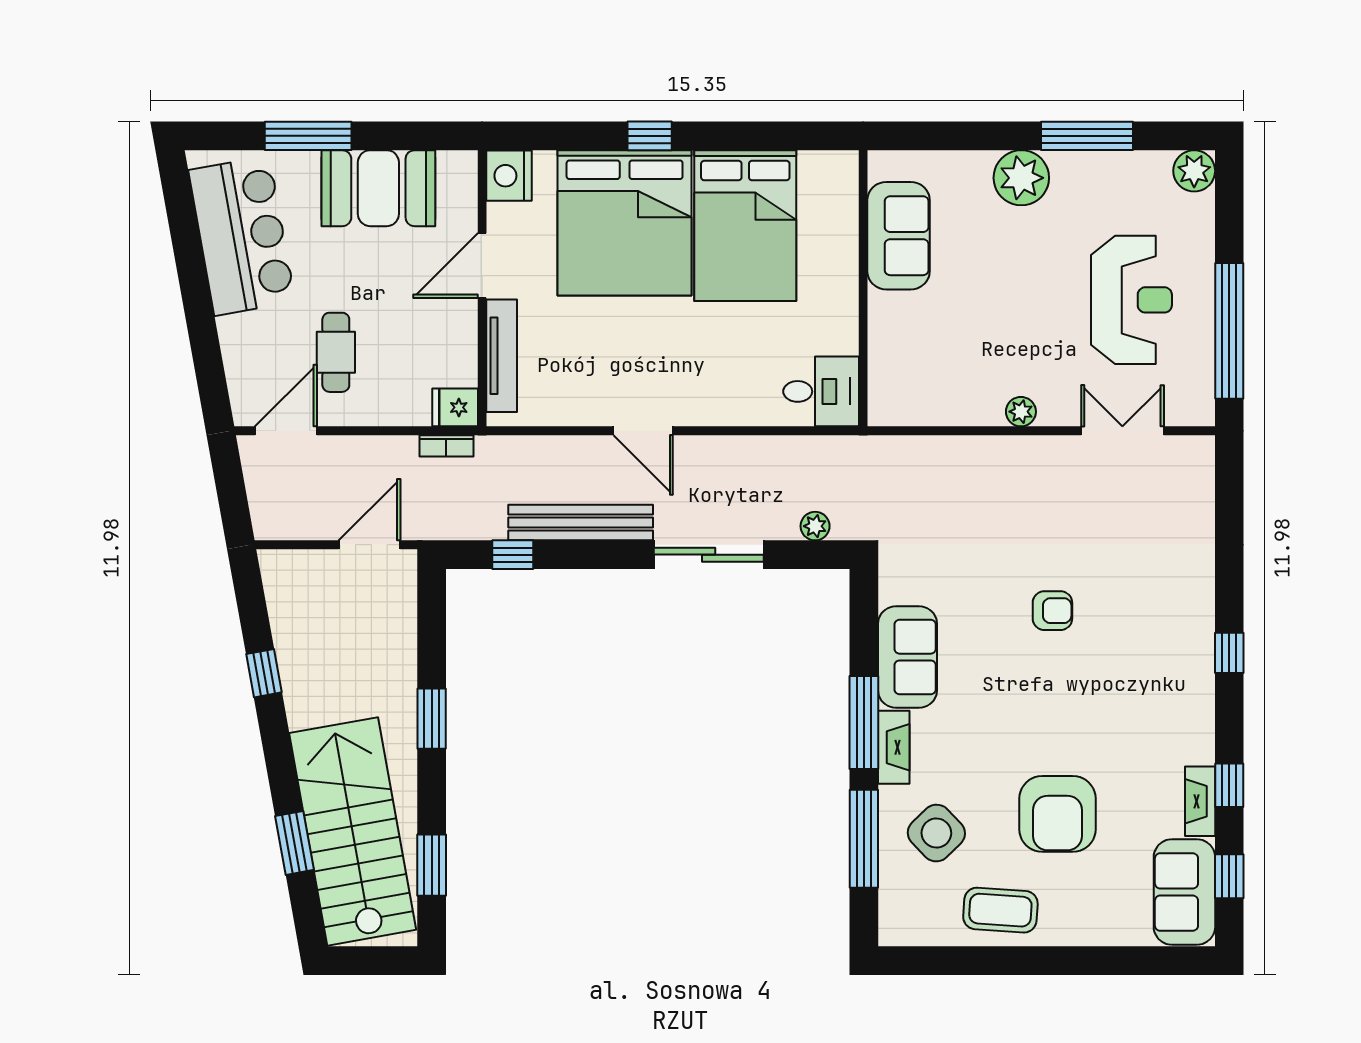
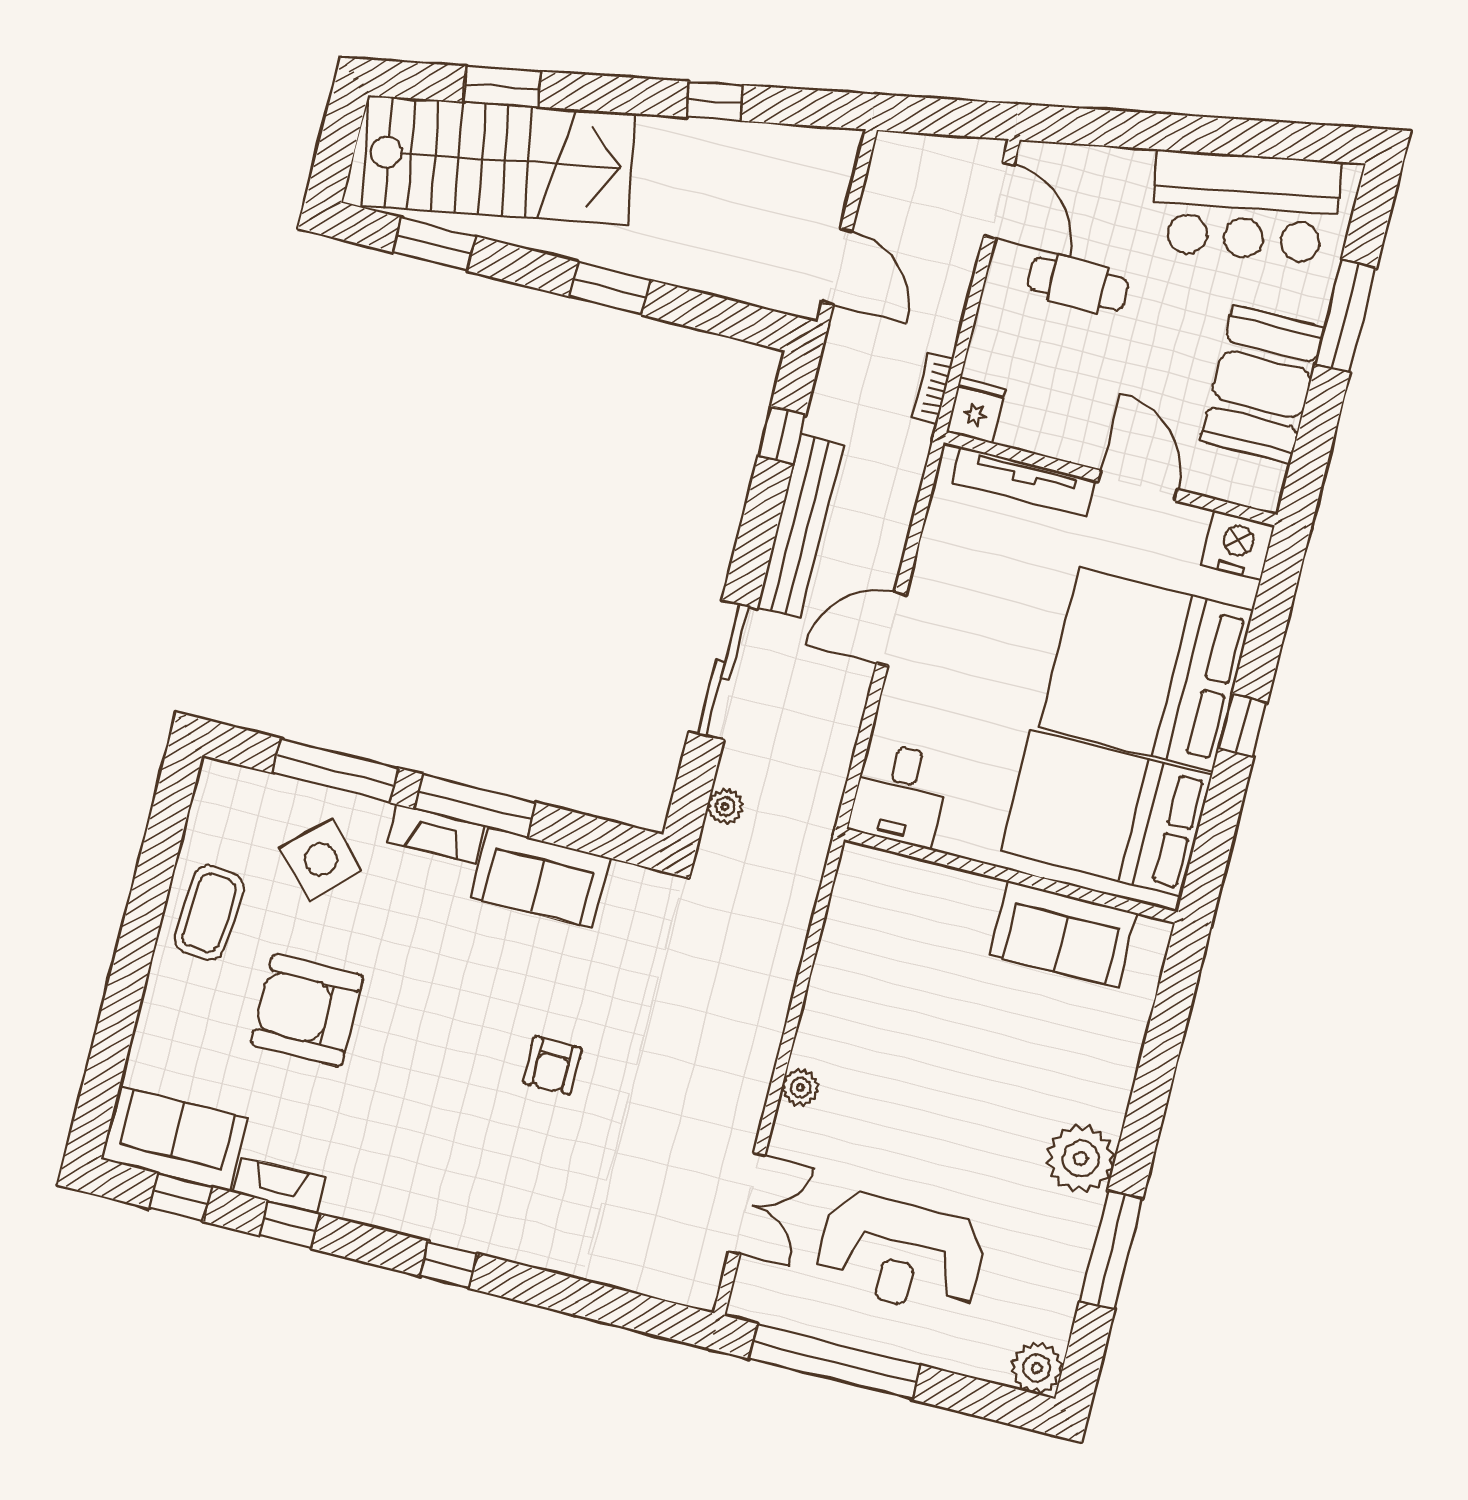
sofa: (899, 236) -> (1063, 934), moved
wall: (863, 288) -> (1011, 876), moved
desk: (821, 391) -> (900, 794), moved

